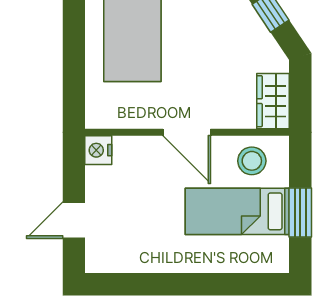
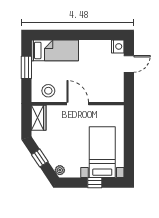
nightstand: (98, 150) -> (118, 46), moved
bed: (237, 211) -> (55, 50), moved

